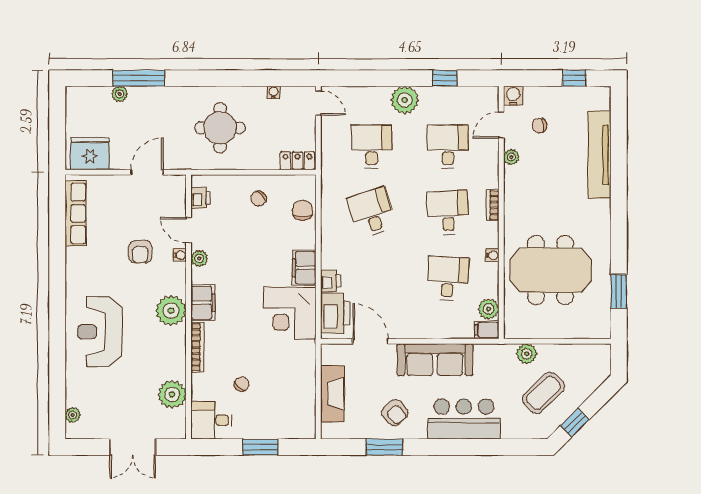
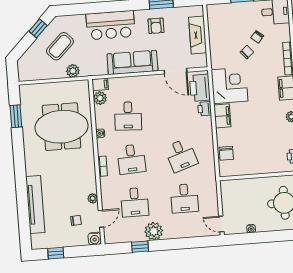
plant: (405, 100) -> (154, 231), moved
locker: (297, 161) -> (232, 185), removed
chair: (259, 198) -> (247, 52), moved
armchair: (395, 413) -> (156, 26), turned -139

